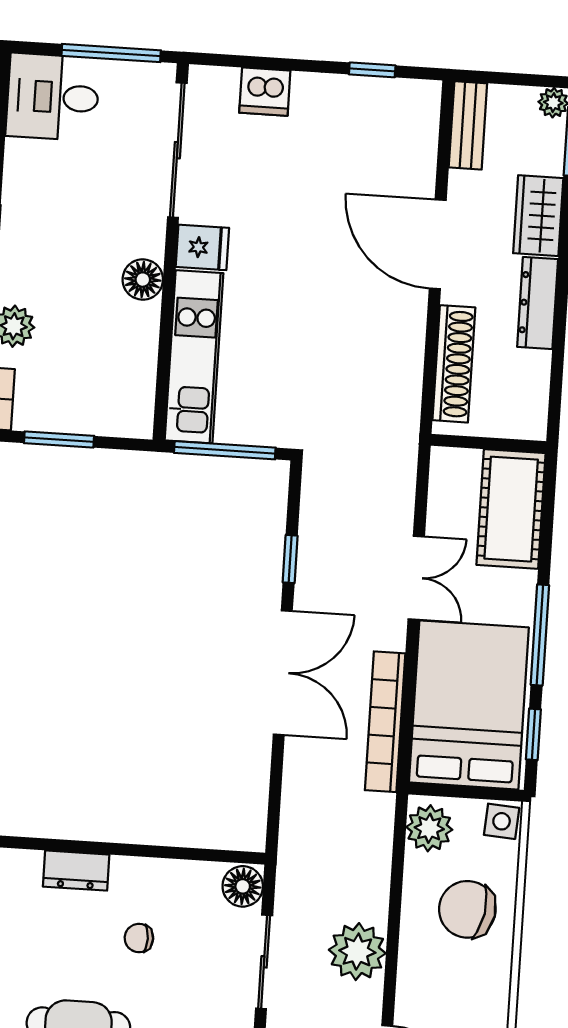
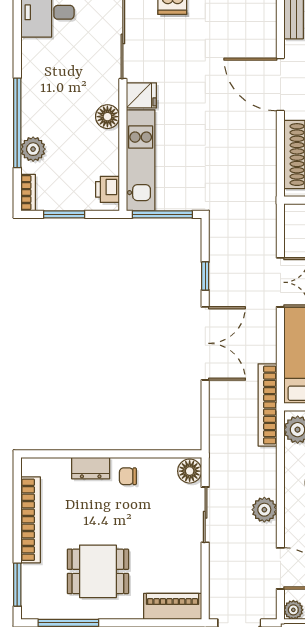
printer: (135, 402) -> (108, 189), added
bookcase: (385, 722) -> (267, 405), moved
chair: (139, 938) -> (128, 476), moved
plant: (357, 952) -> (264, 510), width x0.73, depth x0.73

